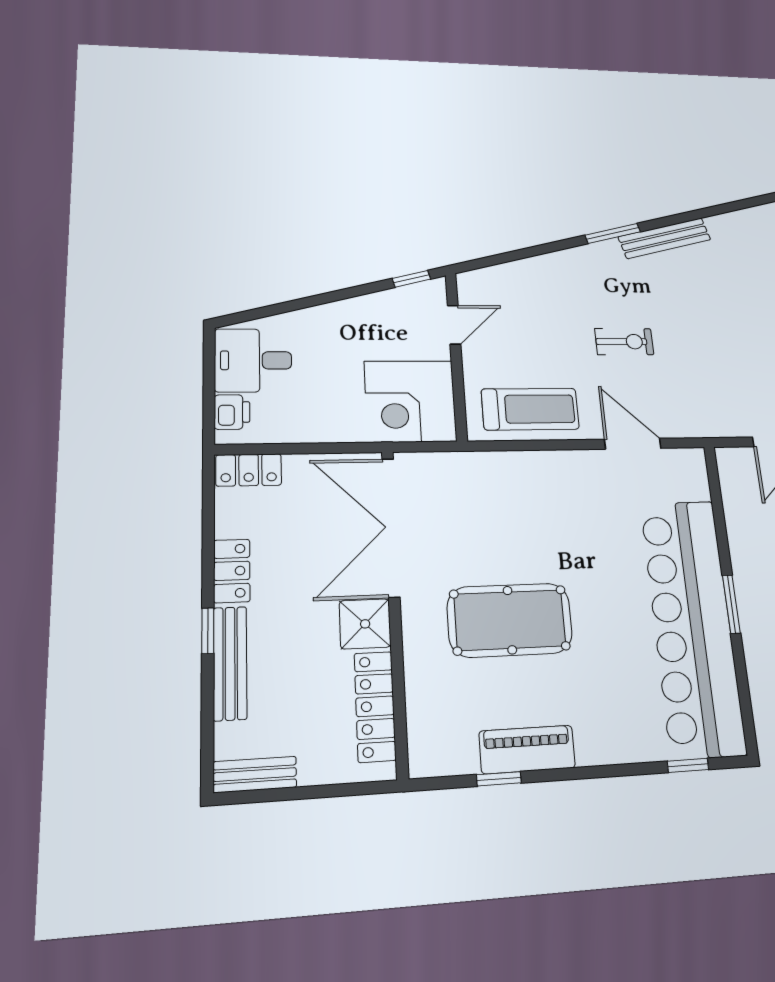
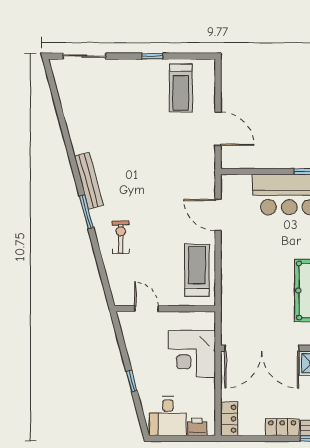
window: (411, 279) -> (132, 381), moved
exercise bike: (624, 342) -> (121, 237), moved
corner desk: (410, 401) -> (192, 354), moved, turned 90
door: (633, 444) -> (218, 215), hinge flipped

